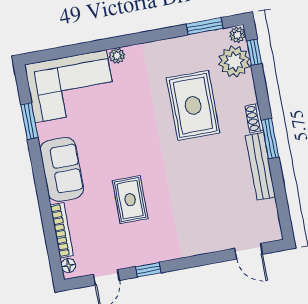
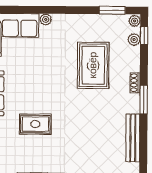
plant: (234, 61) -> (134, 40), width x0.53, depth x0.53
bench: (260, 166) -> (133, 138), moved
rug: (130, 200) -> (35, 124), turned 90

